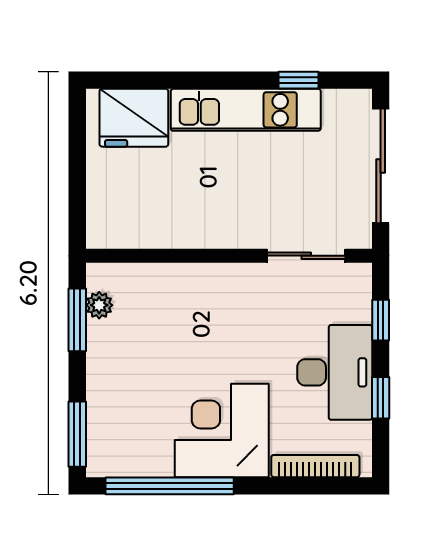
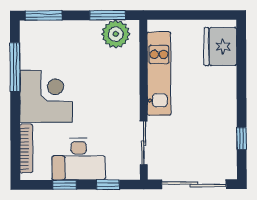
kitchen unit: (246, 110) -> (159, 74), moved, turned 180
plant: (99, 305) -> (116, 34), width x1.88, depth x1.88
window: (170, 486) -> (15, 67), width x0.68

